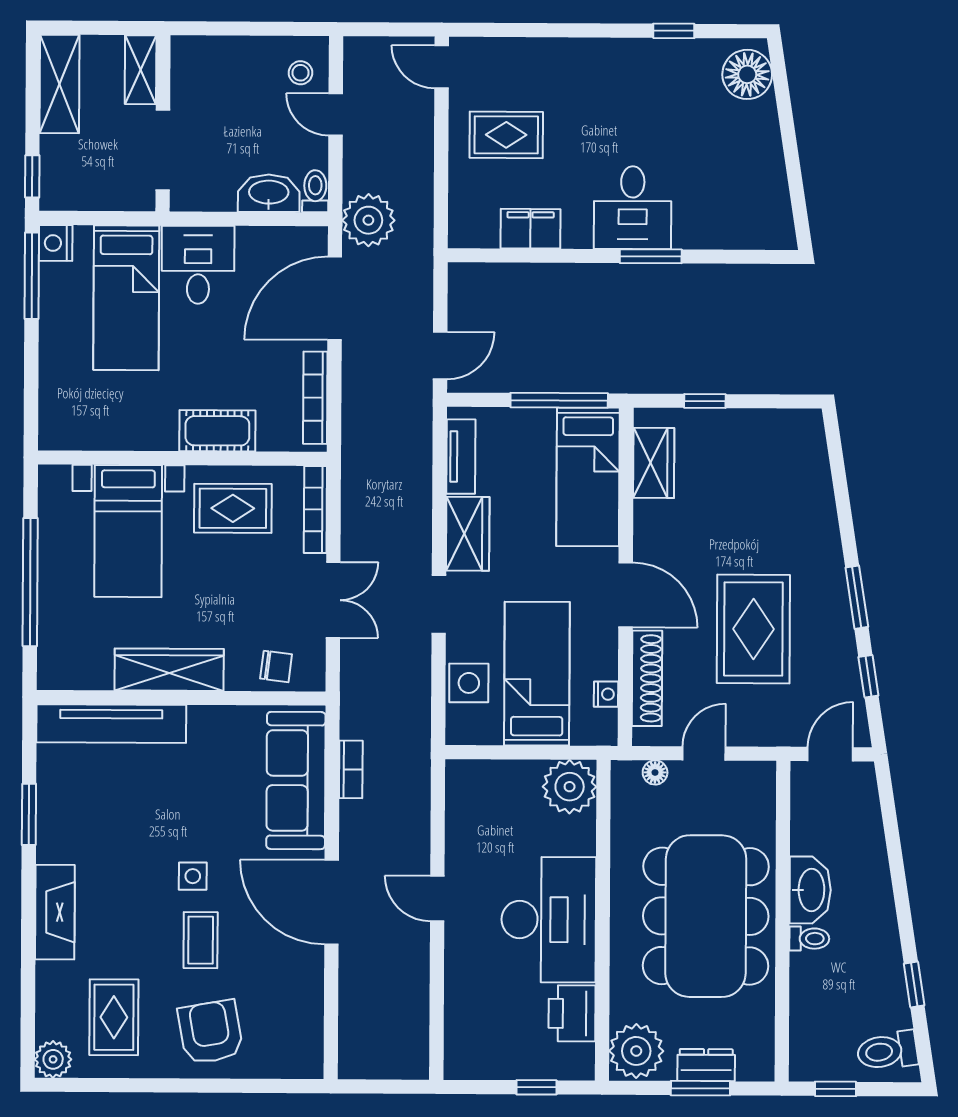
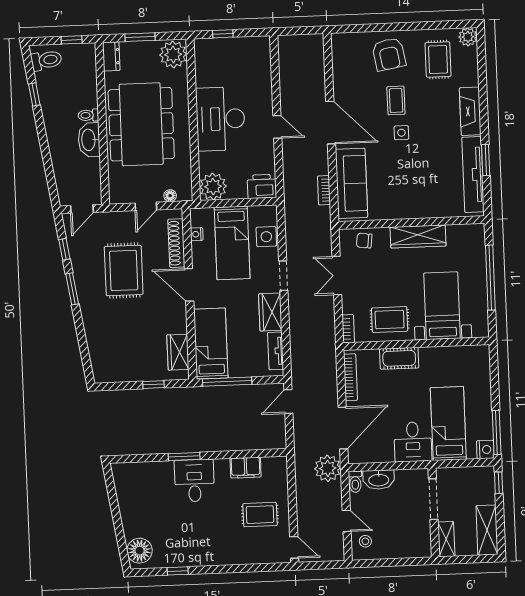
bookcase: (315, 510) -> (348, 329), width x0.64
tv unit: (111, 724) -> (473, 174), moved, turned -90
printer: (572, 1013) -> (262, 186), moved, turned -90
dresser: (706, 1065) -> (111, 56), moved, turned -90

